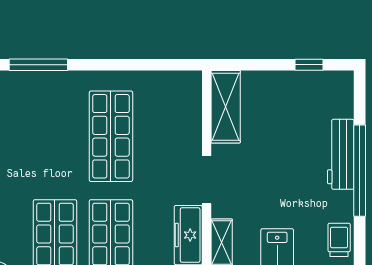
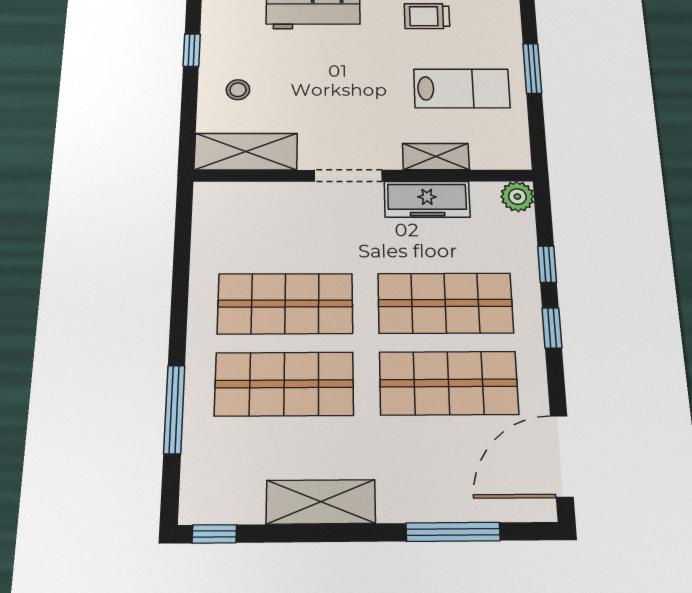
stool: (276, 100) -> (238, 90), added
shop shelf: (55, 136) -> (284, 384), added

